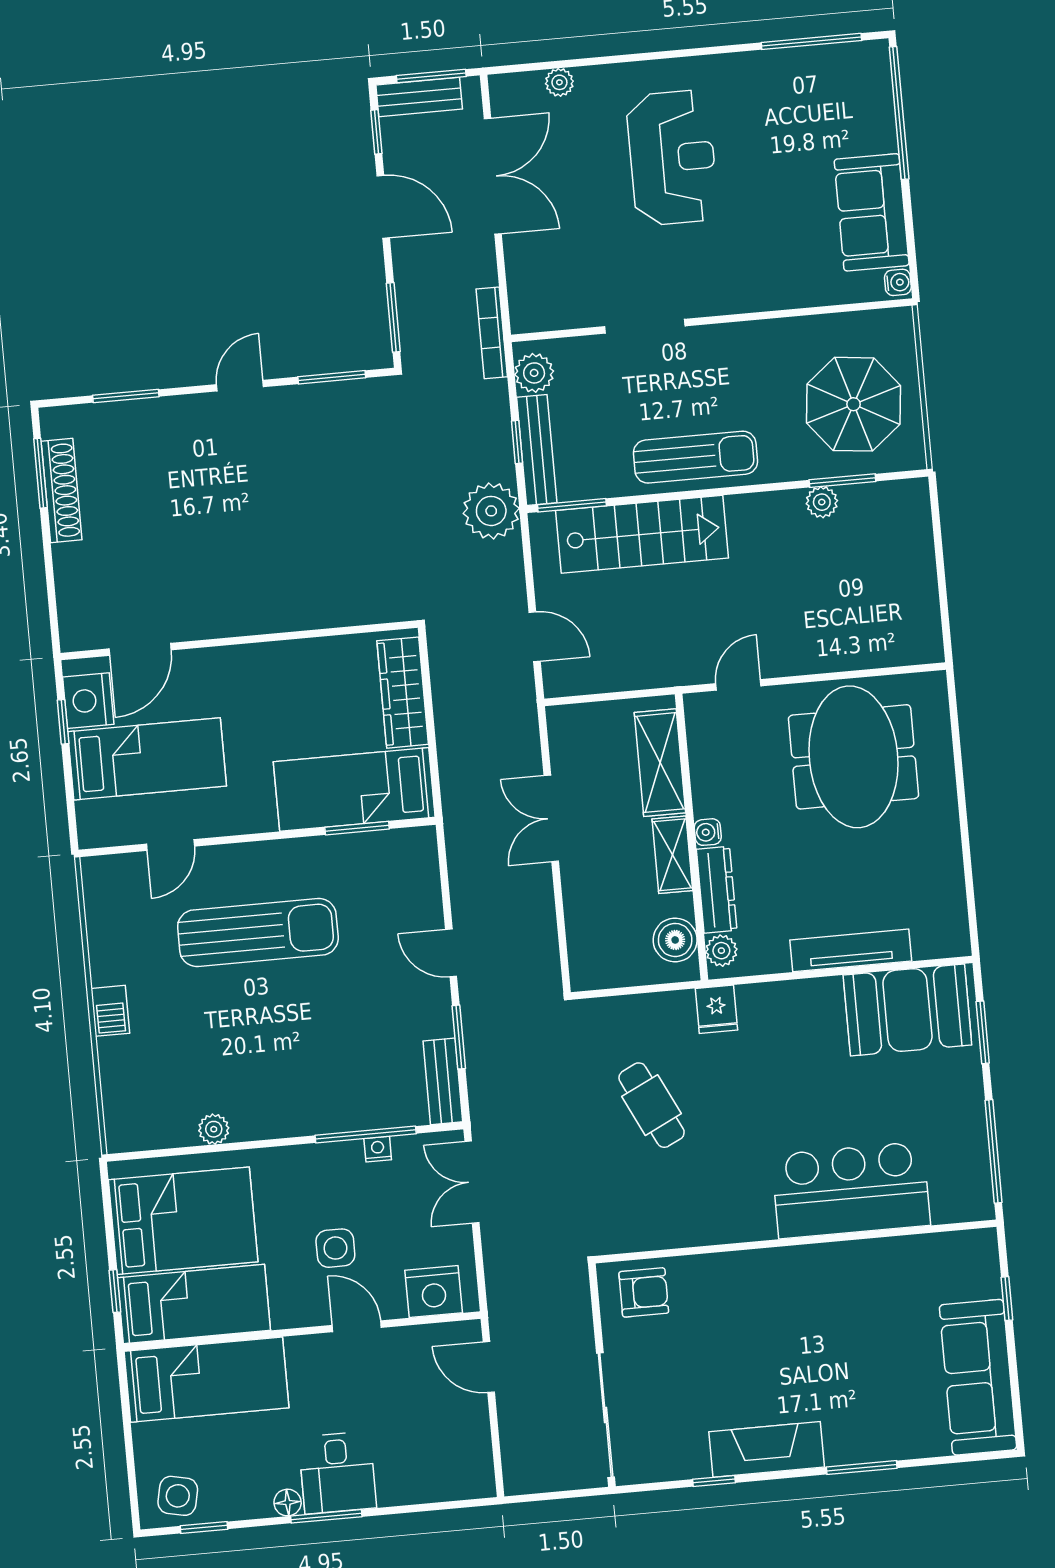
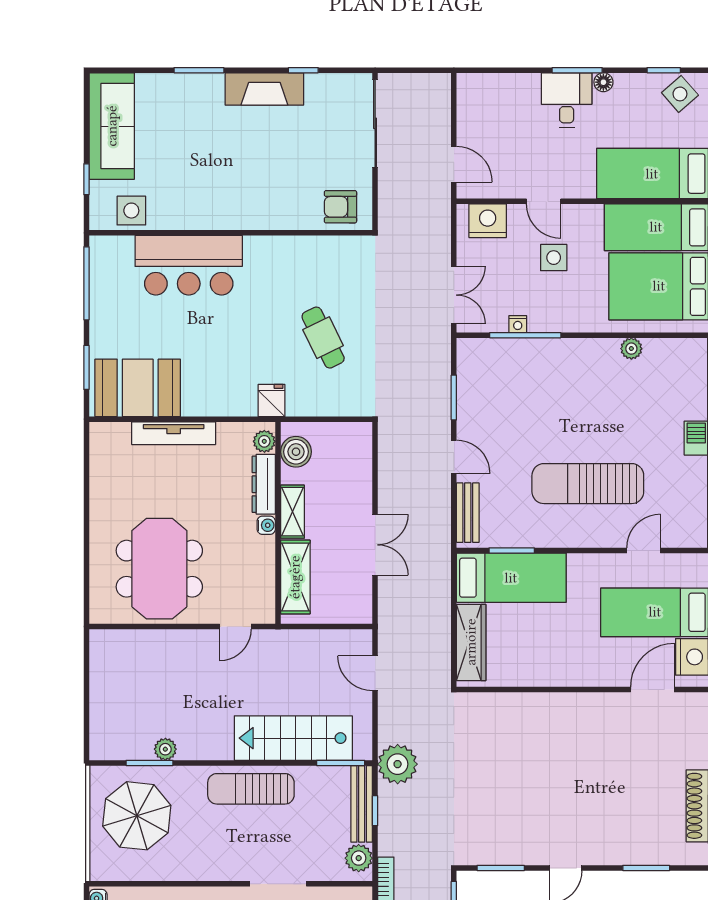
bench: (443, 1081) -> (468, 513), moved
side table: (939, 1260) -> (131, 211), added
side table: (178, 1496) -> (680, 94), turned 37

